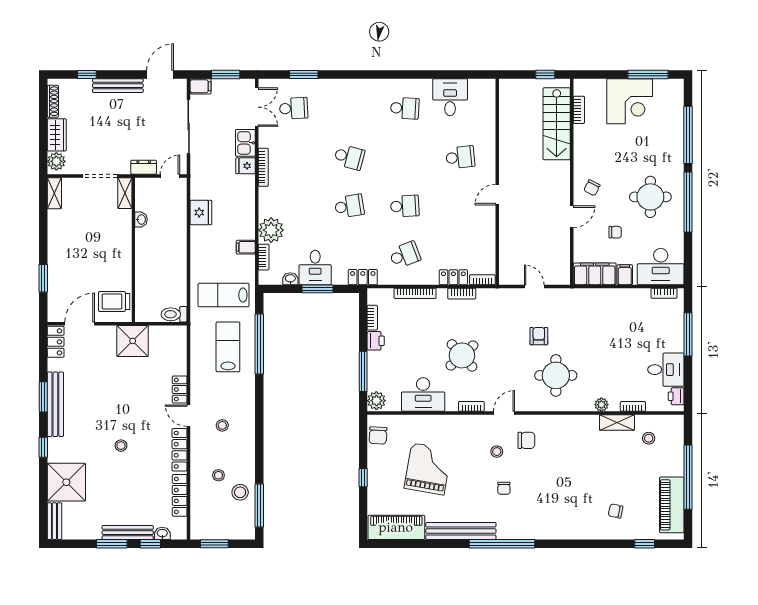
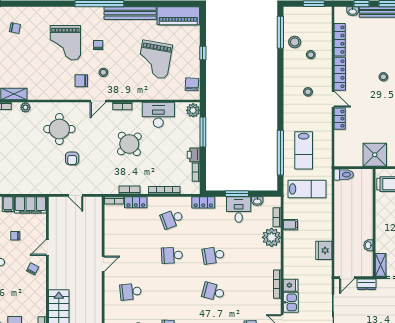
grand piano: (548, 491) -> (65, 43), added

